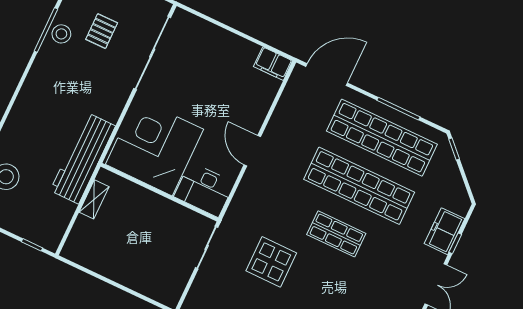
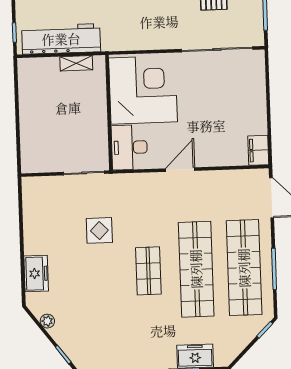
workbench: (83, 158) -> (61, 39), moved
display table: (271, 262) -> (99, 230), width x0.73, depth x0.73

